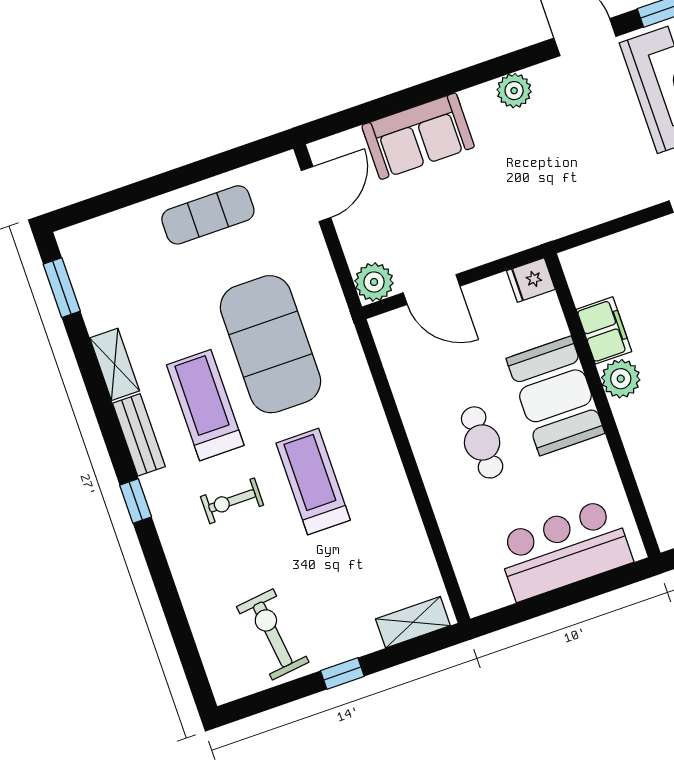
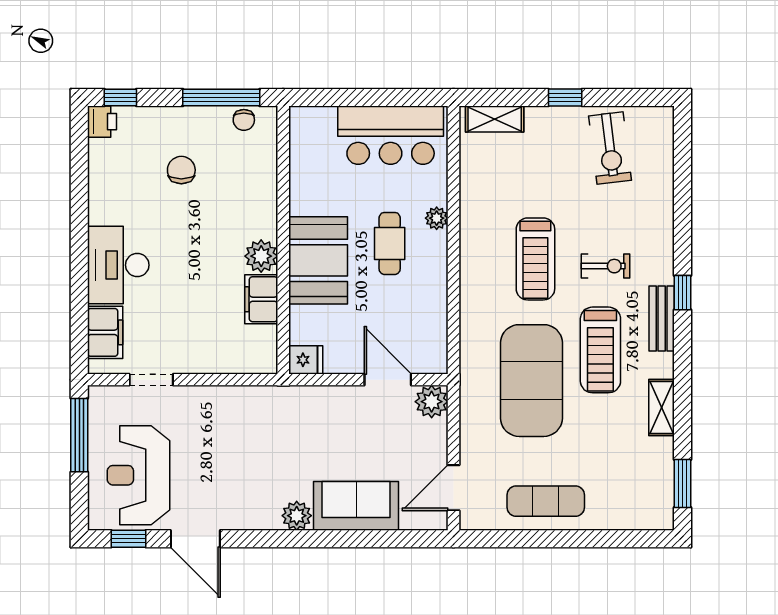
plant: (514, 91) -> (297, 516), moved
bench: (139, 435) -> (662, 319), moved
plant: (439, 489) -> (437, 218), added
bar counter: (564, 550) -> (391, 135), moved

